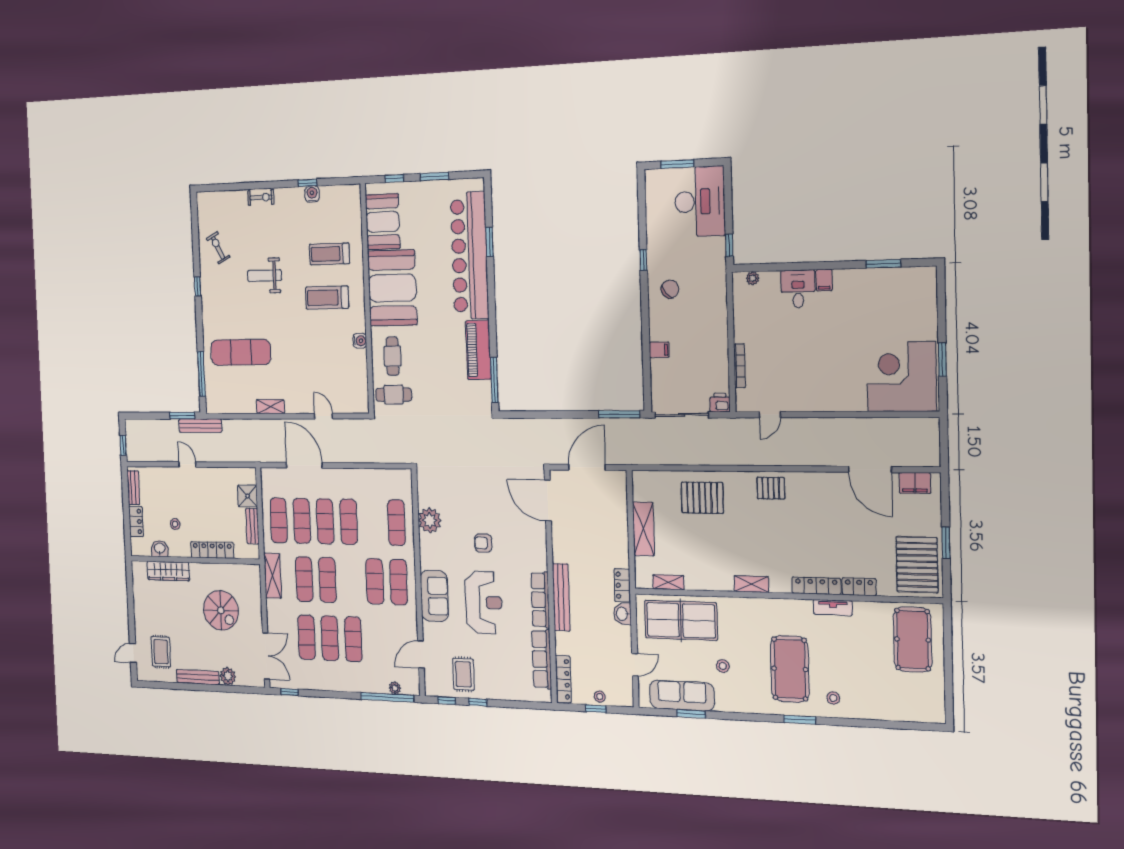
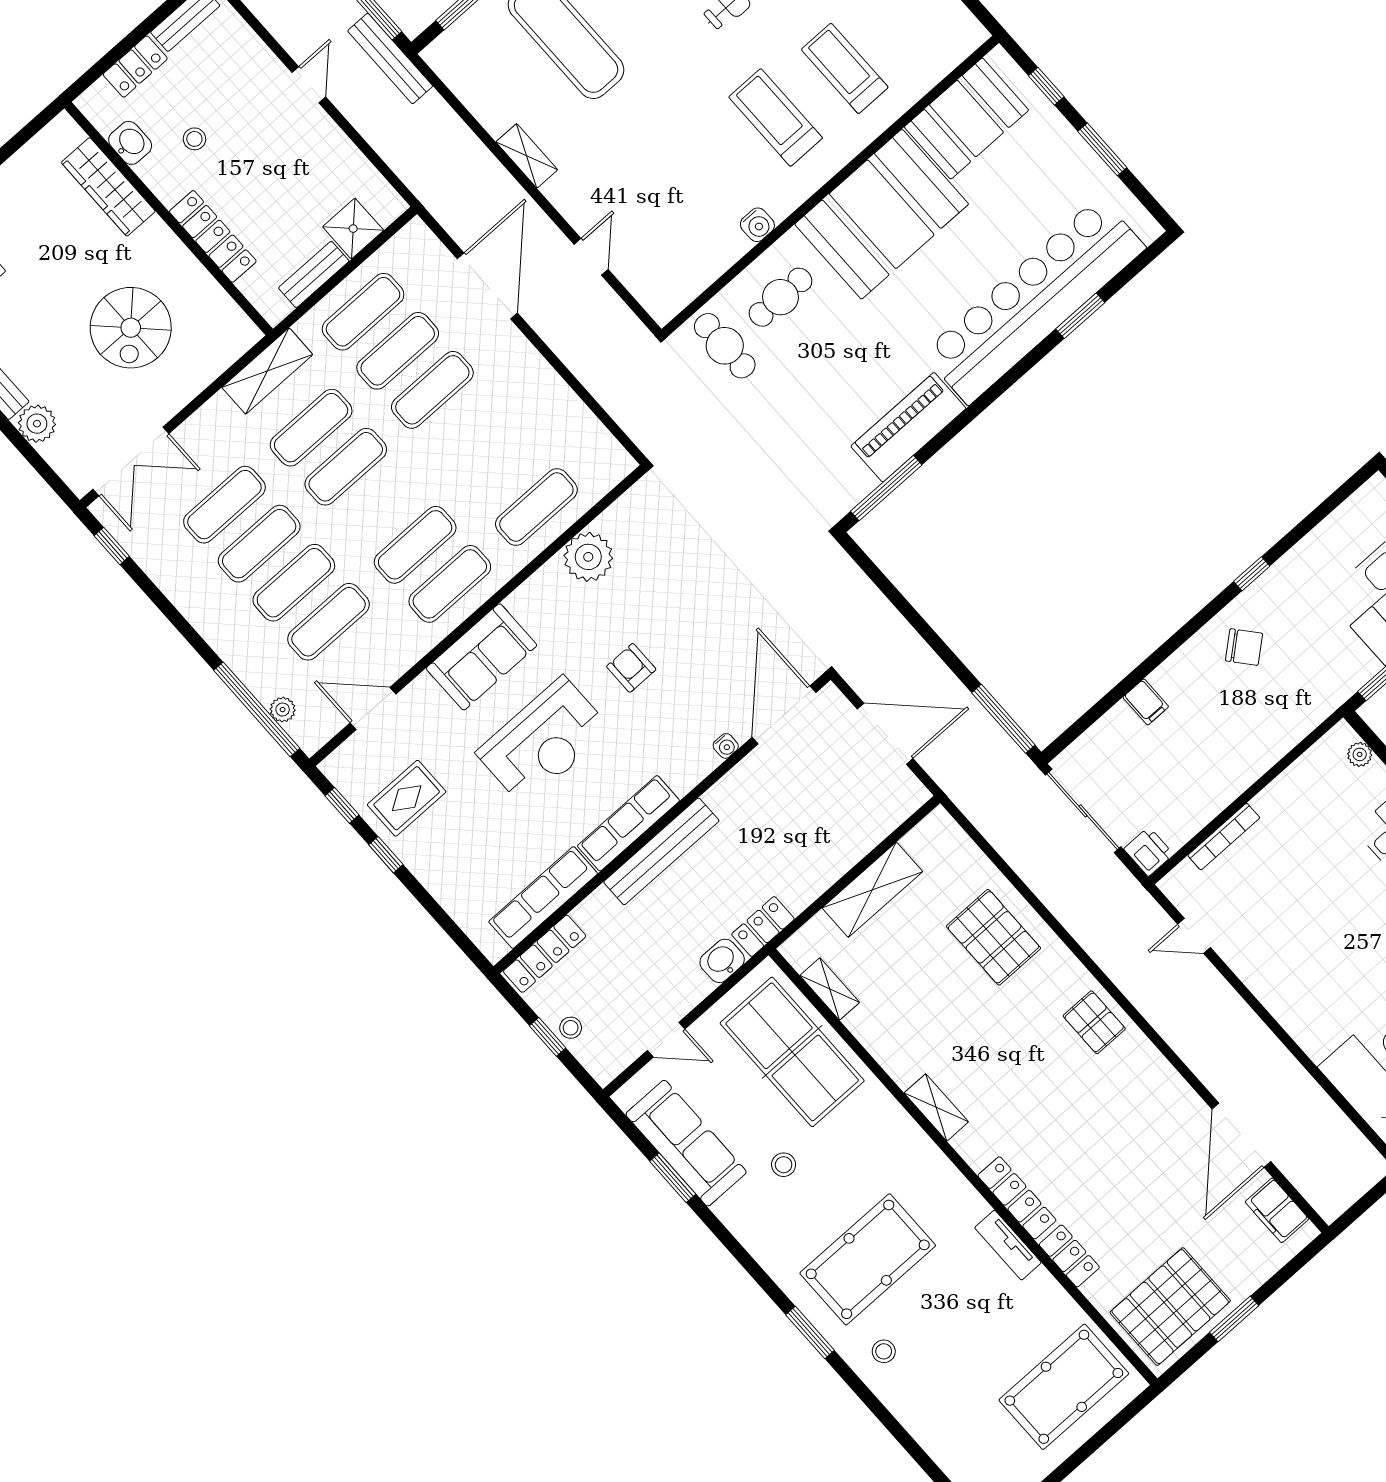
exercise mat: (349, 522) -> (328, 622), moved
water cooler: (541, 534) -> (726, 746), added

